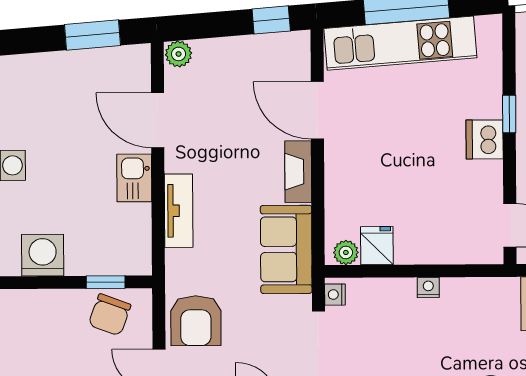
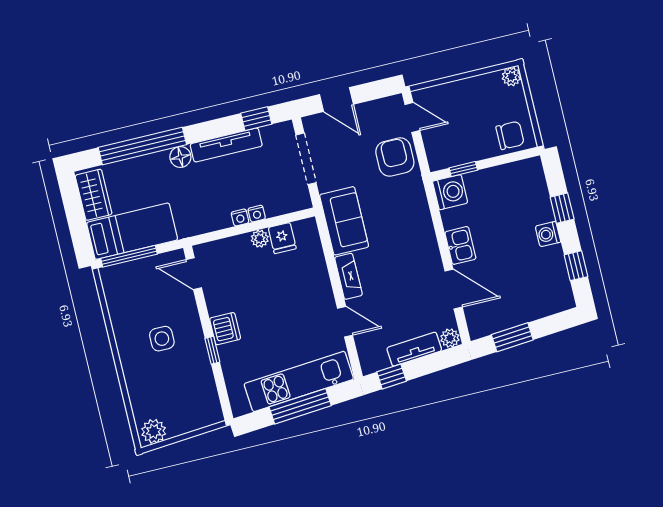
door: (317, 110) -> (345, 322), width x0.73
tv unit: (179, 211) -> (414, 349), moved, turned 85
plant: (346, 252) -> (260, 239), moved
washing machine: (43, 255) -> (450, 192), moved, turned -90
nightstand: (335, 295) -> (257, 214), moved, turned 90
chair: (110, 315) -> (510, 135), moved, turned 70

